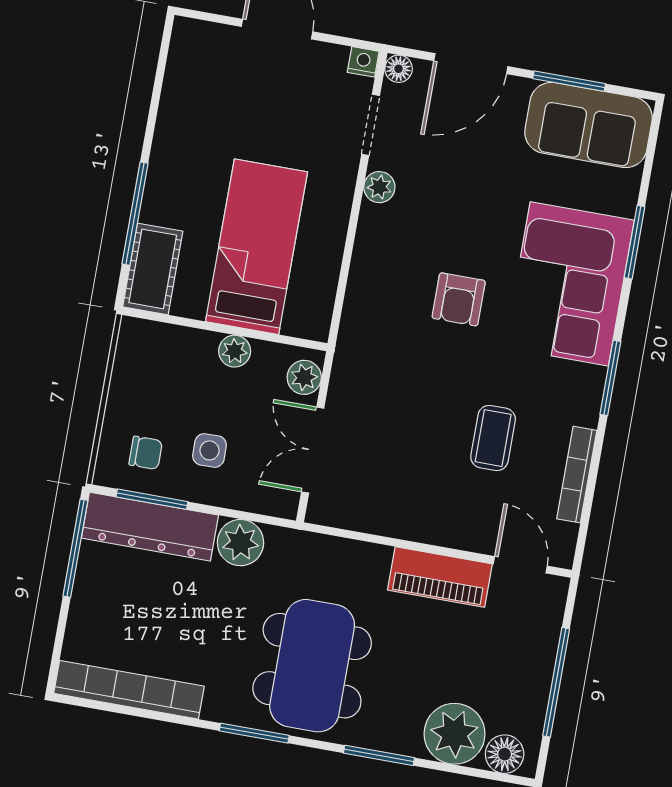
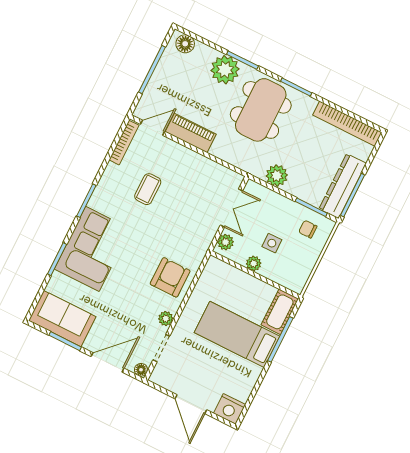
nightstand: (363, 62) -> (230, 409), moved, width x1.89, depth x1.79
bed: (256, 247) -> (237, 334), moved, turned 90
armchair: (459, 299) -> (170, 277), moved, width x1.38, depth x1.38
side table: (210, 450) -> (272, 243), moved
bookcase: (577, 475) -> (124, 143), moved
dresser: (150, 527) -> (343, 186), moved, turned -90
door: (520, 565) -> (153, 128), swing flipped
plant: (455, 734) -> (225, 70), moved

